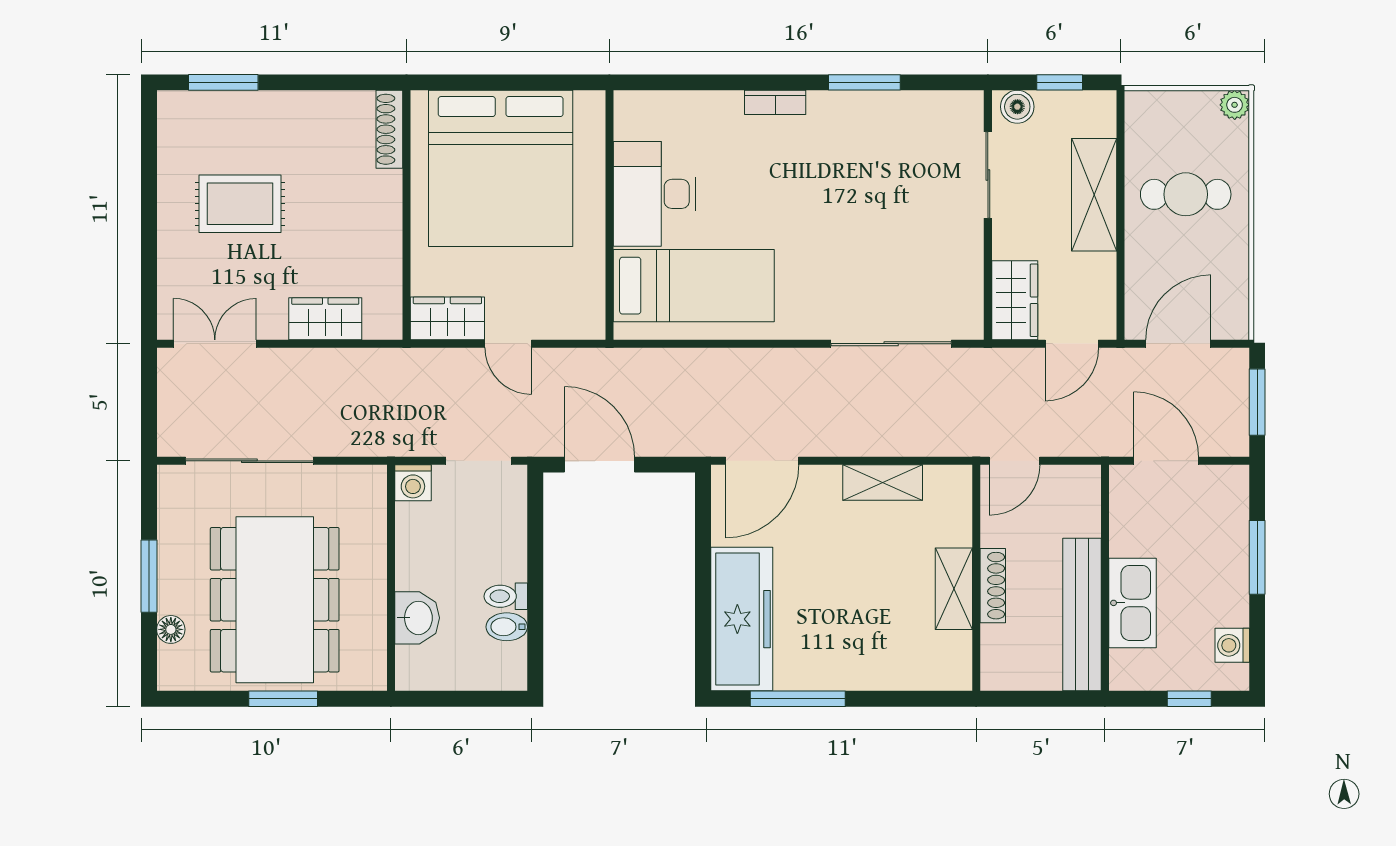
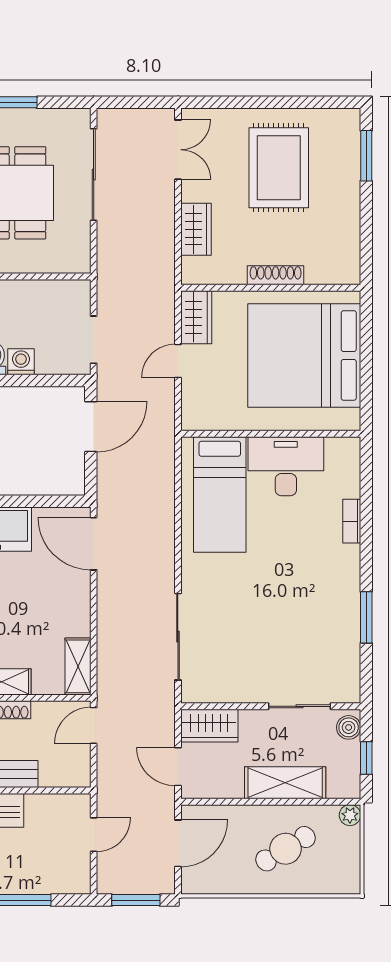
bookcase: (775, 102) -> (352, 521), moved
plant: (1235, 105) -> (350, 815), moved
shoe rack: (389, 129) -> (276, 275), moved
cafe table: (1186, 194) -> (285, 849), turned 59
rug: (240, 204) -> (279, 168), width x1.36, depth x1.43
door: (1178, 344) -> (178, 843), hinge flipped
door: (1014, 461) -> (94, 725), hinge flipped
door: (1166, 461) -> (94, 835), width x0.73
washing machine: (413, 483) -> (21, 362), moved, turned 90
shelving: (883, 483) -> (78, 666), moved

